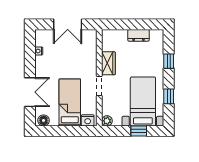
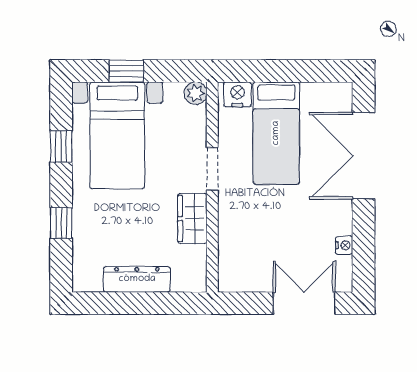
double door: (68, 24) -> (304, 303), moved
dresser: (139, 35) -> (137, 279), width x1.44
double door: (30, 92) -> (364, 156), width x1.37
floor lamp: (44, 120) -> (334, 94), removed

